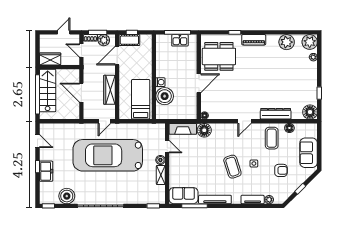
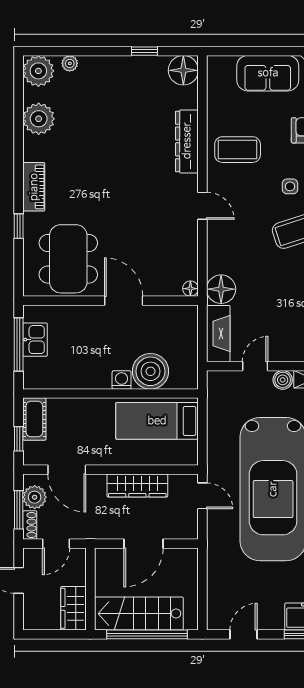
cot: (129, 40) -> (34, 419), moved
floor lamp: (289, 128) -> (216, 113), removed

